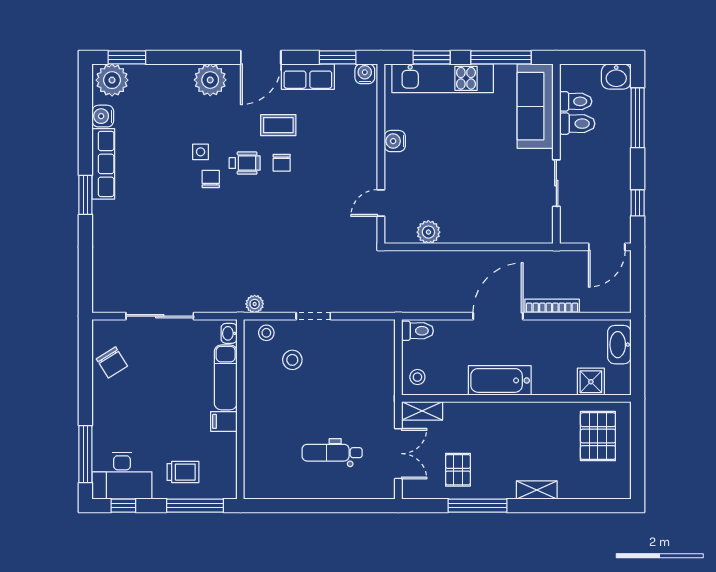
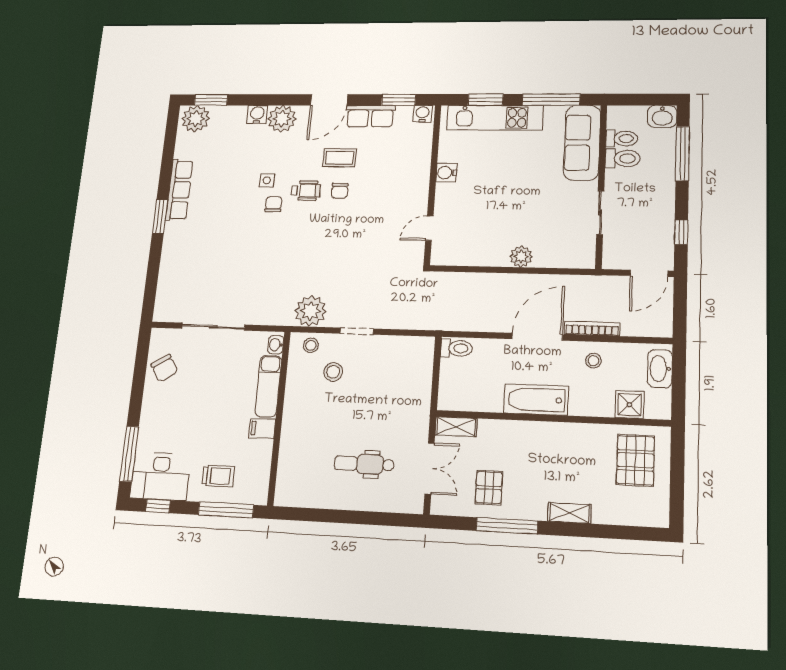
water cooler: (103, 116) -> (257, 114), moved, turned 90
plant: (428, 232) -> (521, 256), moved
plant: (255, 304) -> (310, 311), width x1.88, depth x1.88
stool: (417, 377) -> (593, 361), moved

